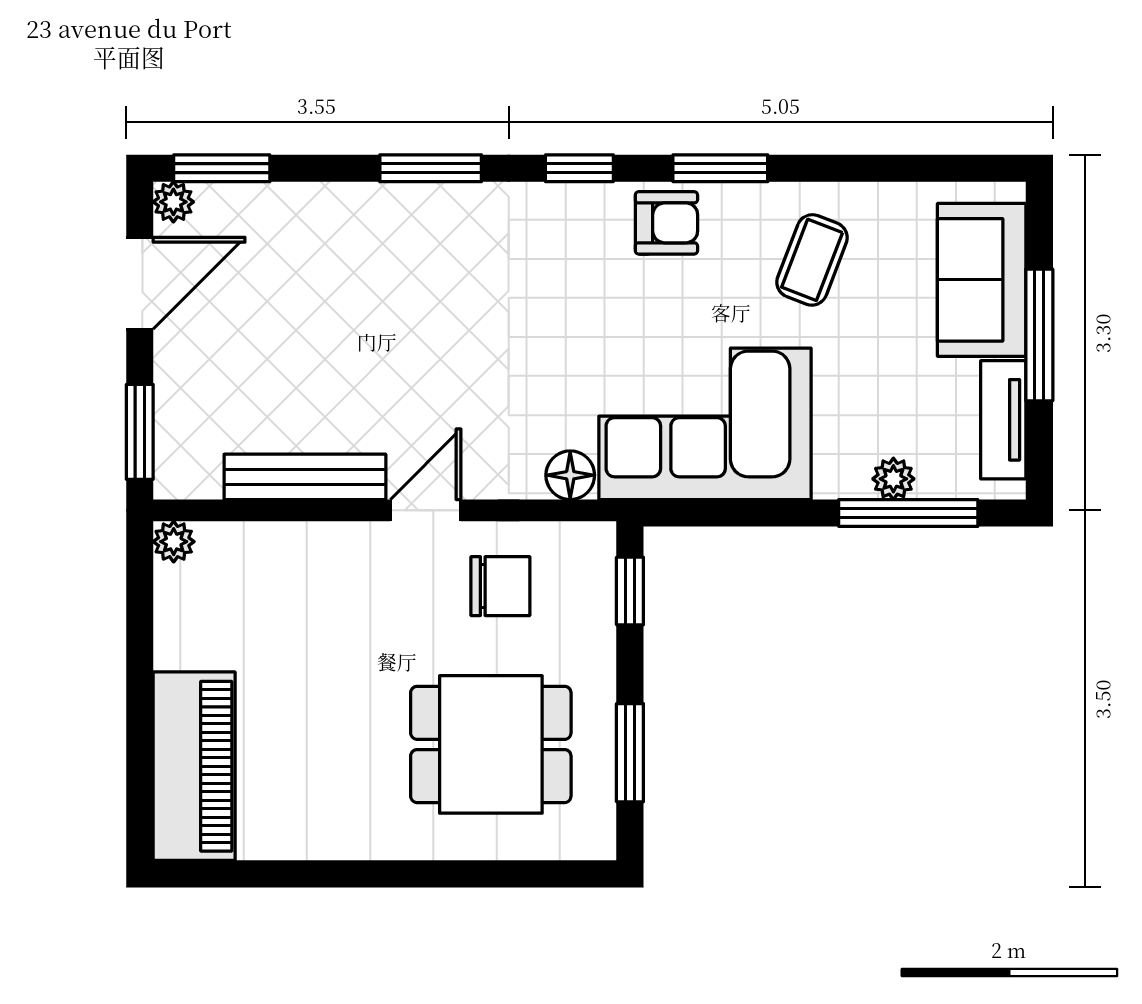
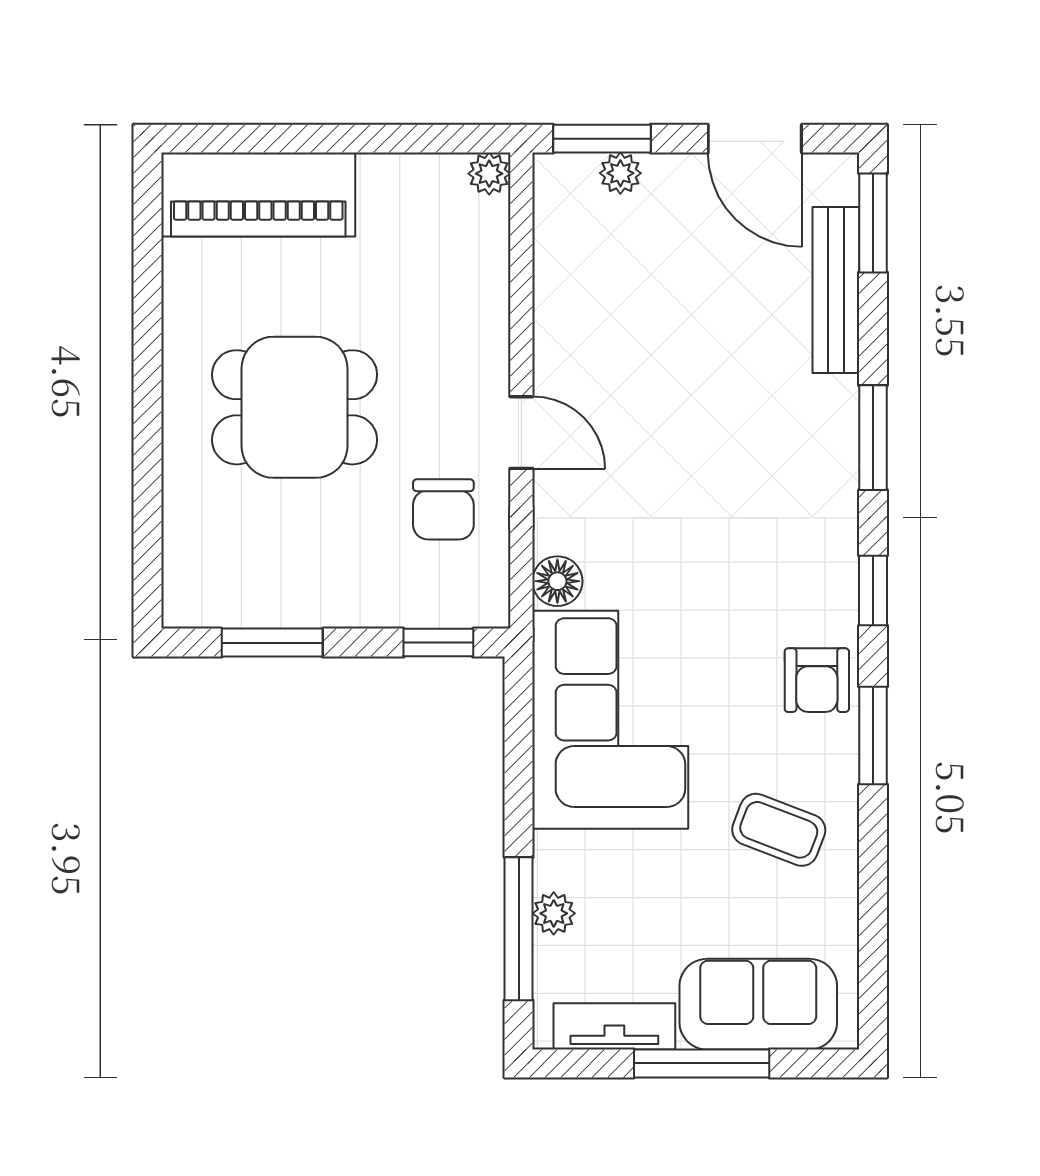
plant: (173, 202) -> (620, 173), moved
bench: (305, 477) -> (836, 290), moved
dining table: (491, 744) -> (295, 407), moved, turned 90

